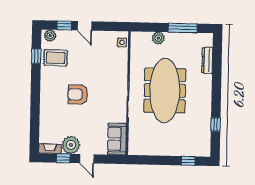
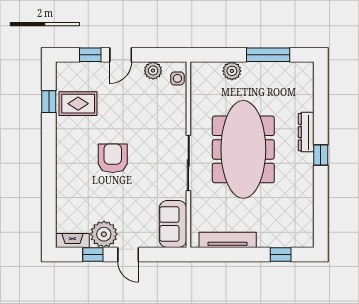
door: (85, 26) -> (121, 55), hinge flipped
plant: (50, 36) -> (153, 71), moved
dresser: (207, 60) -> (306, 132), moved
armchair: (78, 94) -> (113, 158), turned 90
window: (216, 124) -> (321, 155), moved
tv unit: (153, 150) -> (228, 240), added

